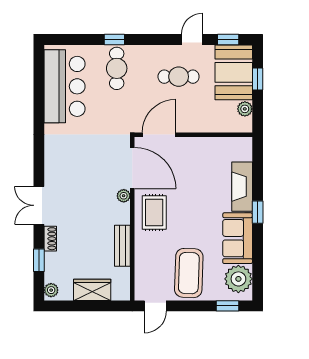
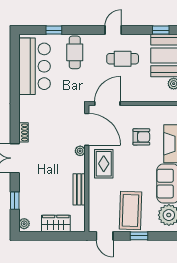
window: (114, 39) -> (54, 30), moved
door: (192, 39) -> (113, 30), moved
armchair: (203, 178) -> (141, 137), added
shoe rack: (50, 239) -> (23, 132), moved
door: (155, 306) -> (105, 236), hinge flipped
window: (227, 306) -> (139, 236), moved

